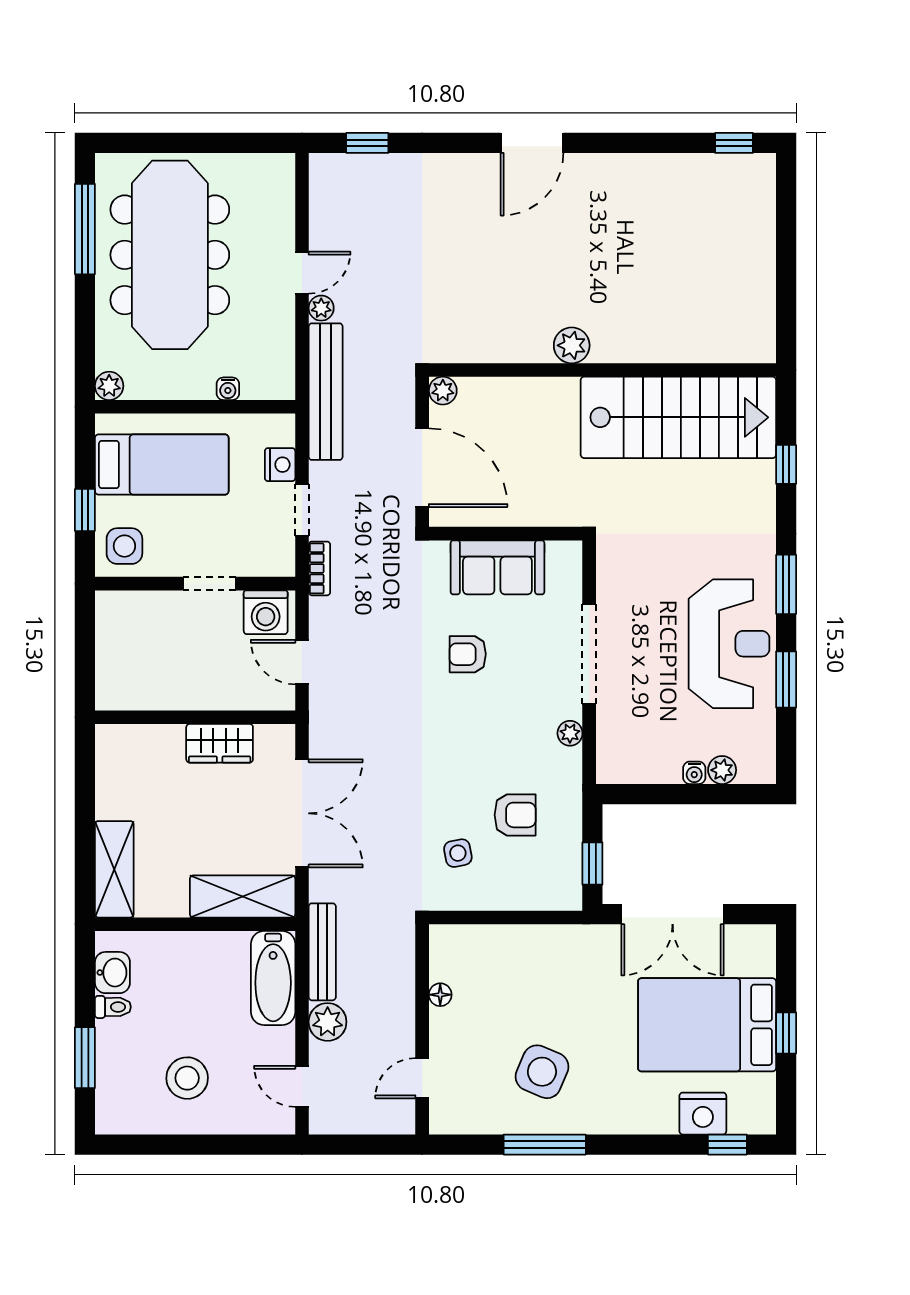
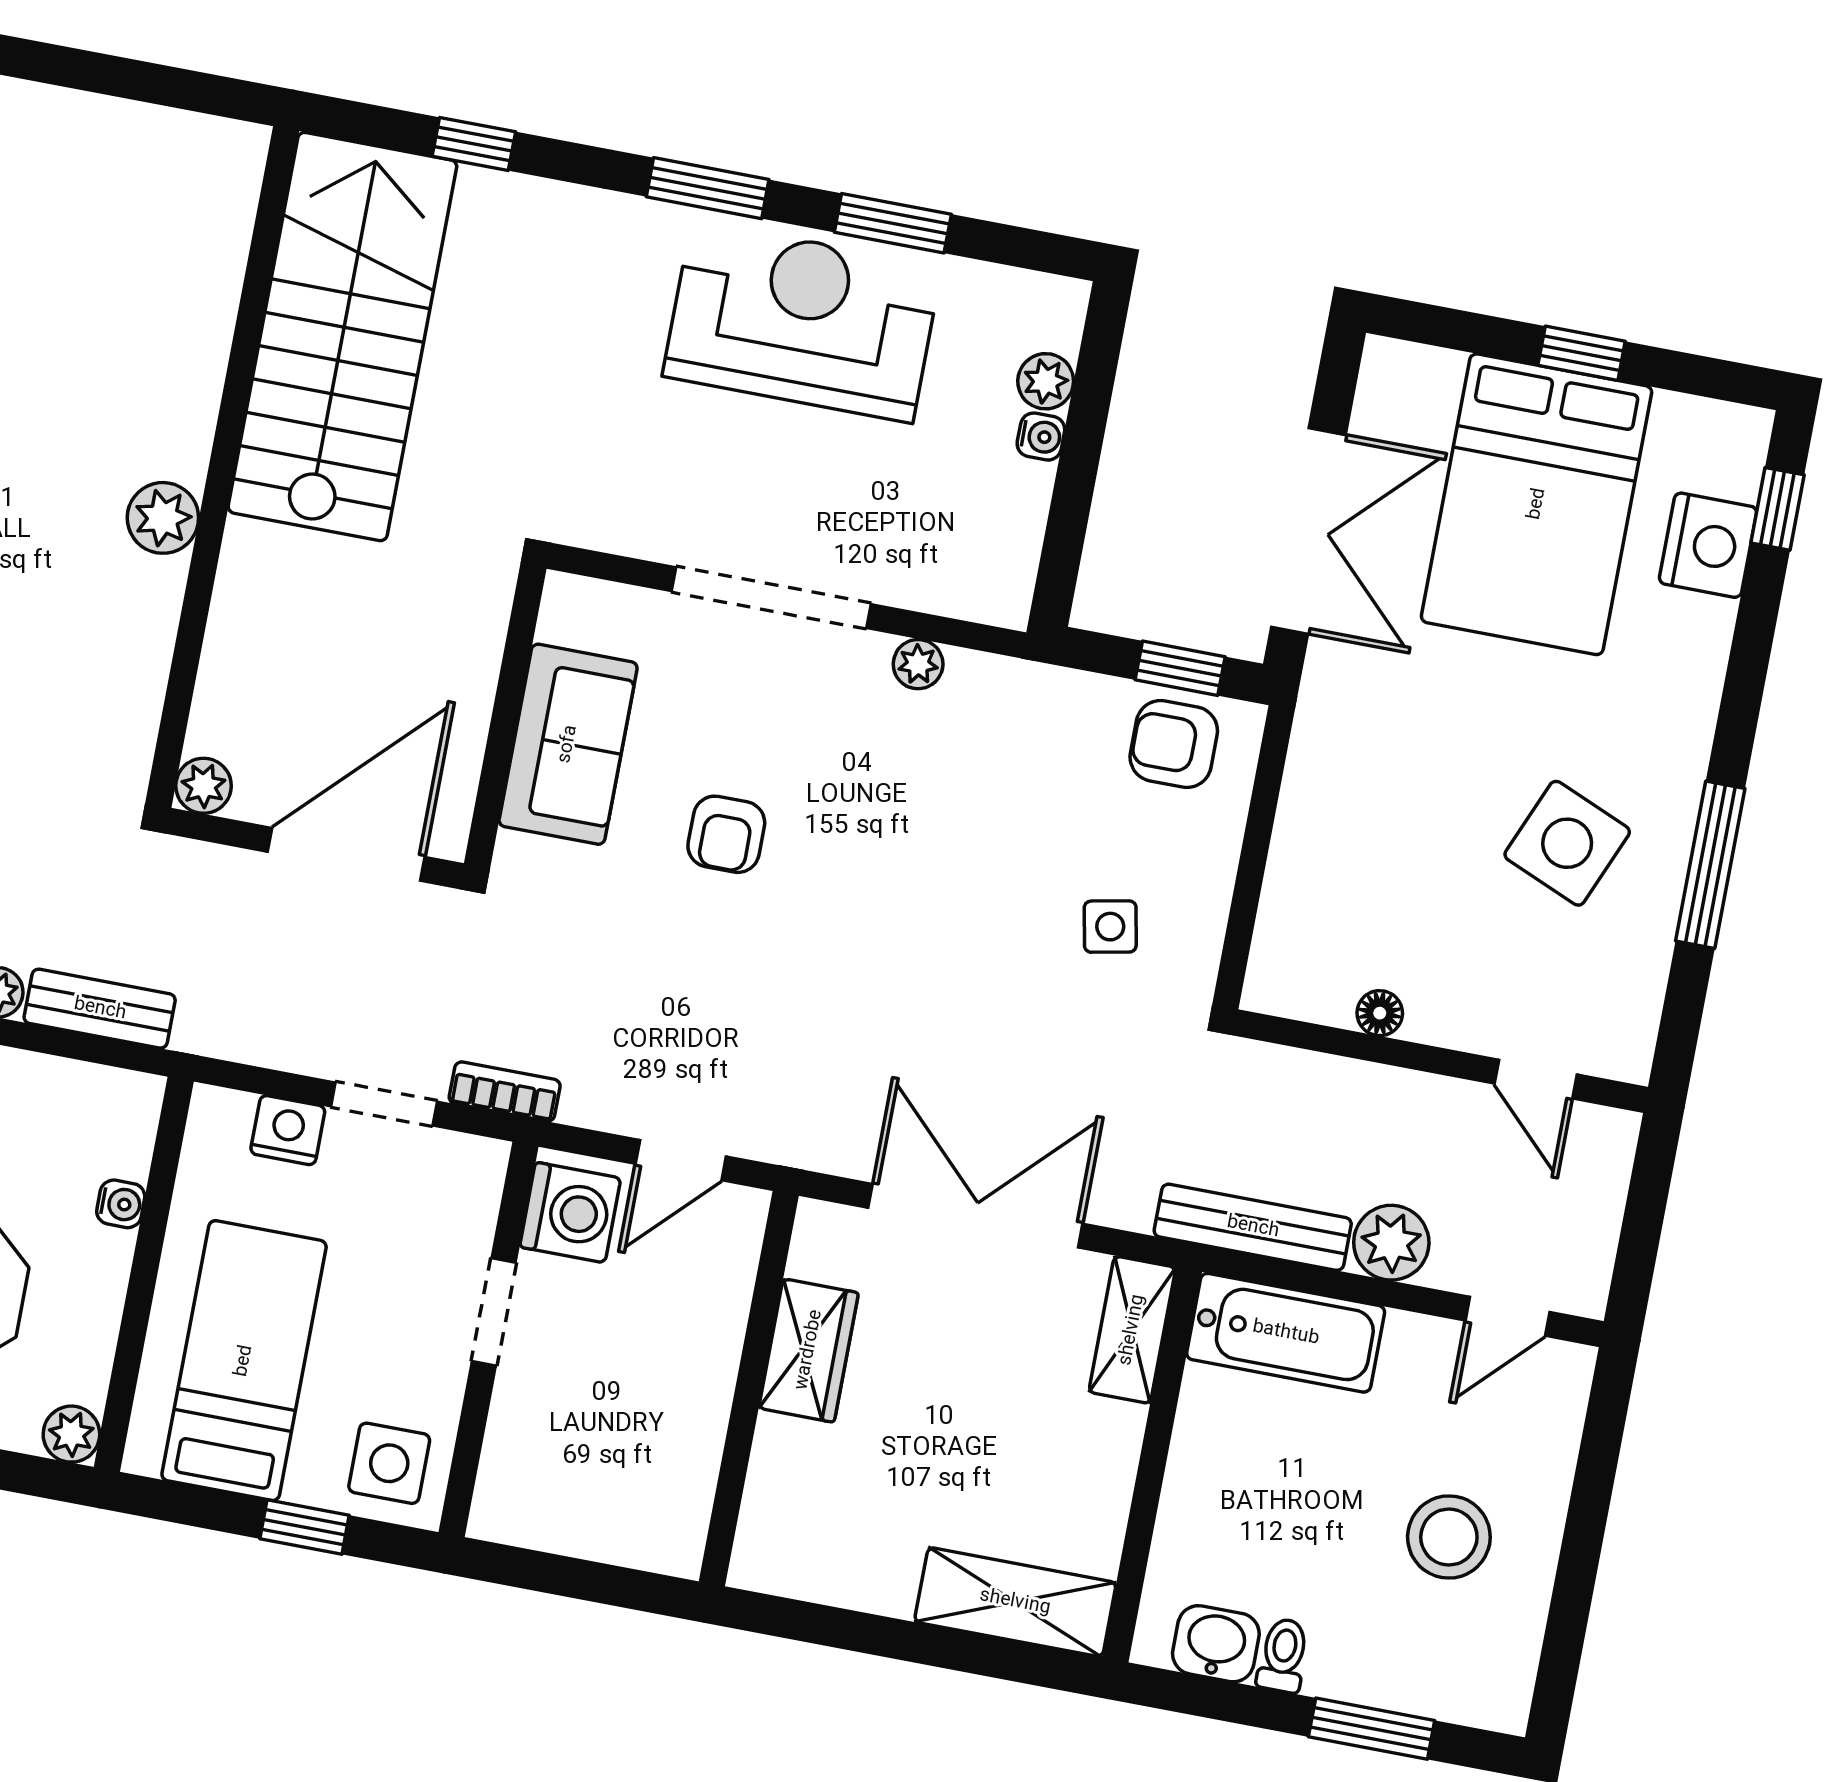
bench: (326, 392) -> (100, 1009), width x0.54, depth x0.82
armchair: (515, 815) -> (1174, 744), moved, turned -90
shelving: (243, 896) -> (1132, 1330), width x0.67, depth x0.75

